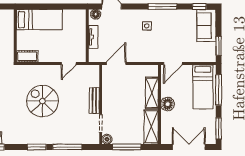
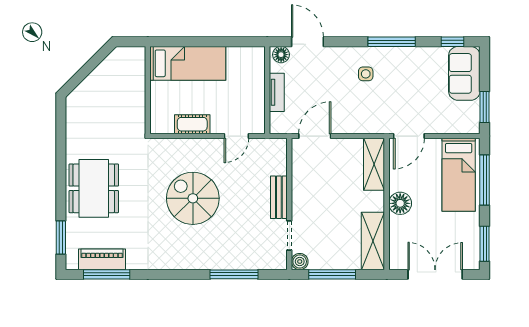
cot: (27, 56) -> (192, 124), moved
shelving: (152, 93) -> (374, 164), moved
window: (37, 147) -> (184, 274), removed

